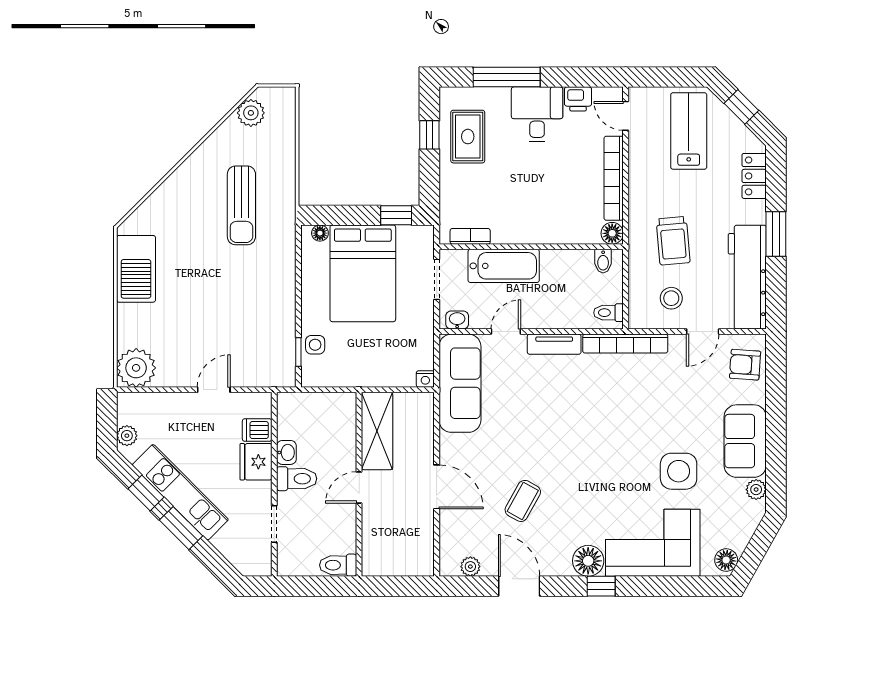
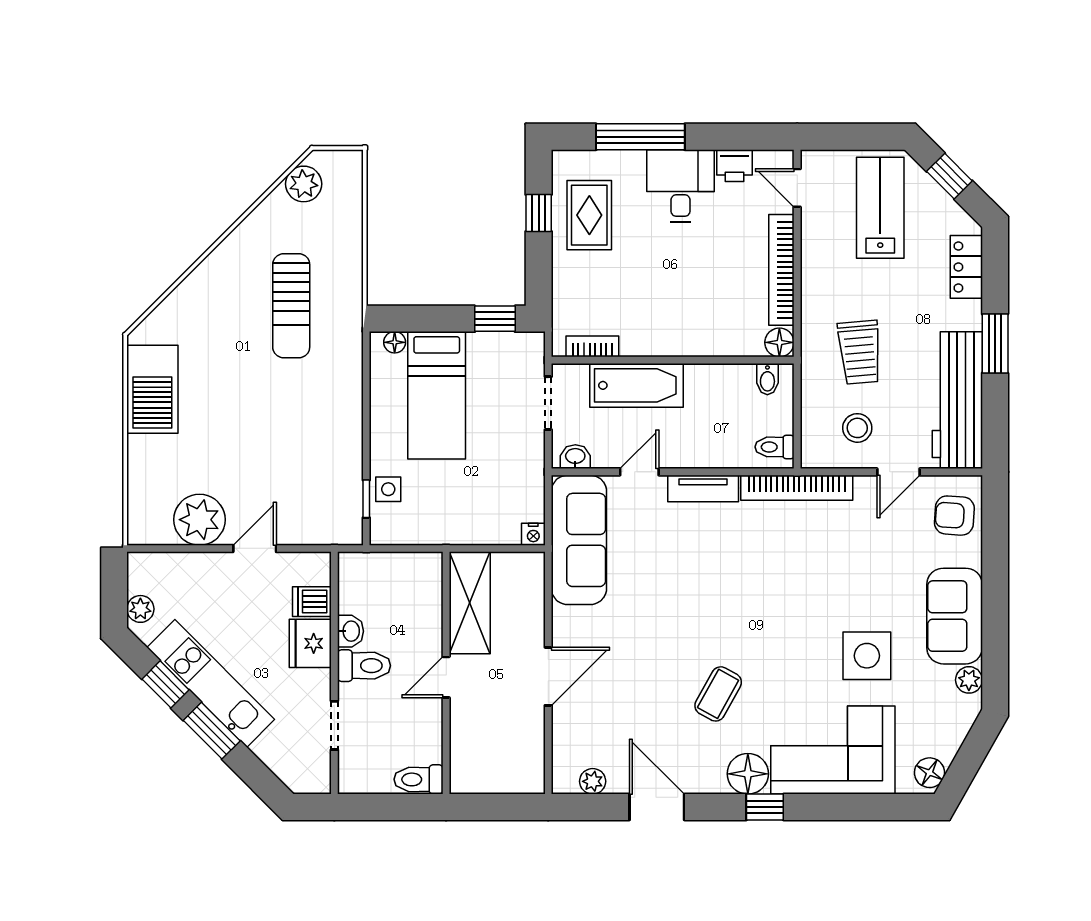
bed: (363, 273) -> (437, 395), width x0.67
plant: (136, 368) -> (200, 520), moved
door: (437, 487) -> (548, 676), hinge flipped
coffee table: (523, 501) -> (718, 694), moved

